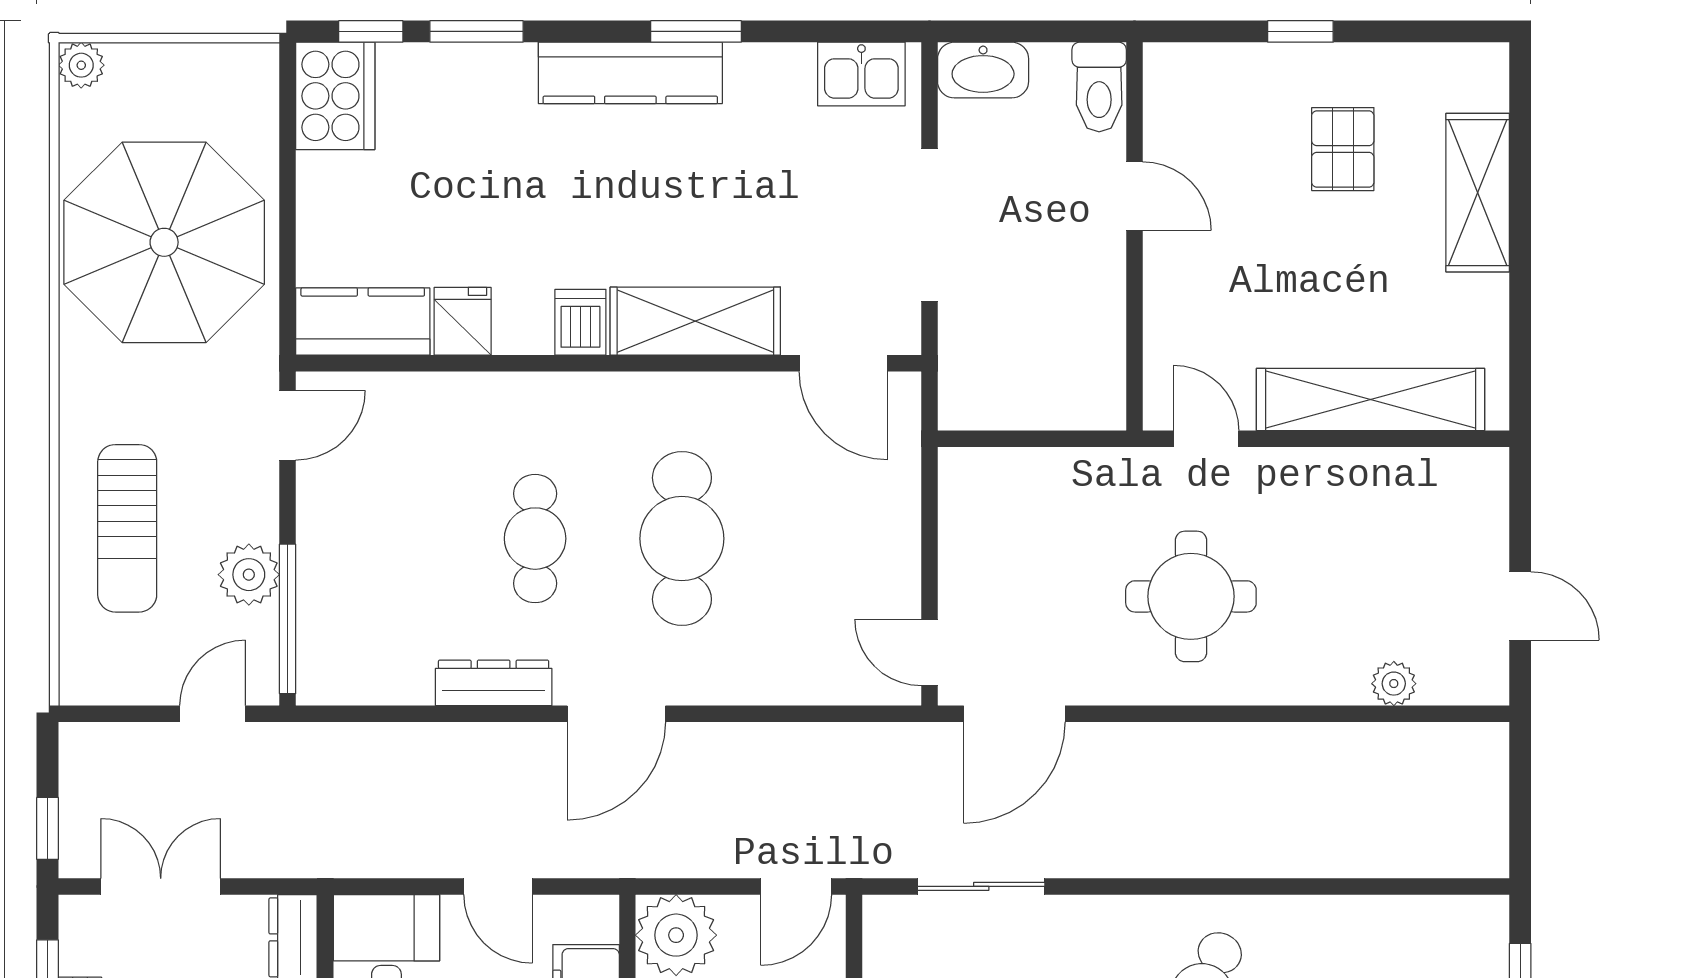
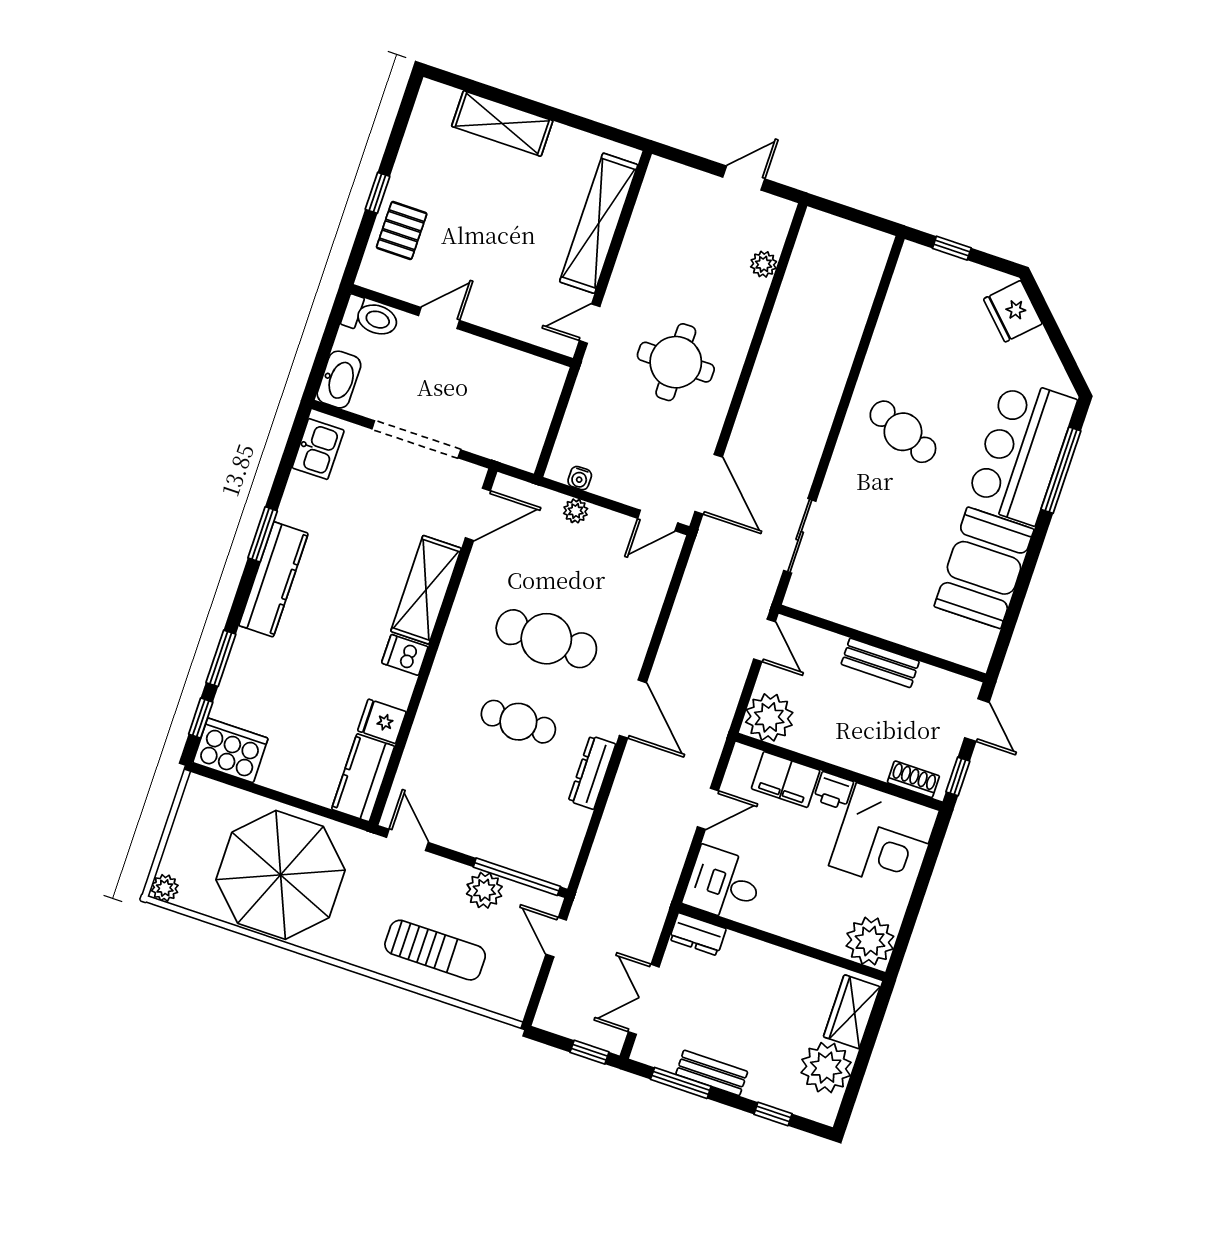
pallet: (1343, 149) -> (402, 231), moved, turned 90
water cooler: (955, 506) -> (580, 478), added
plant: (901, 517) -> (576, 511), added

